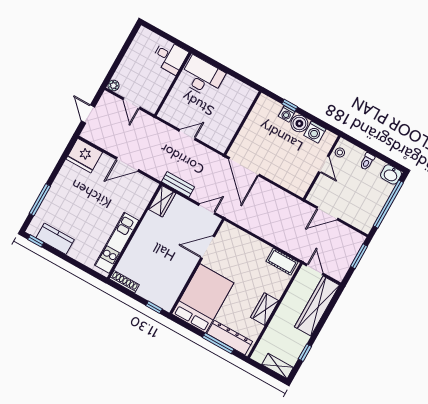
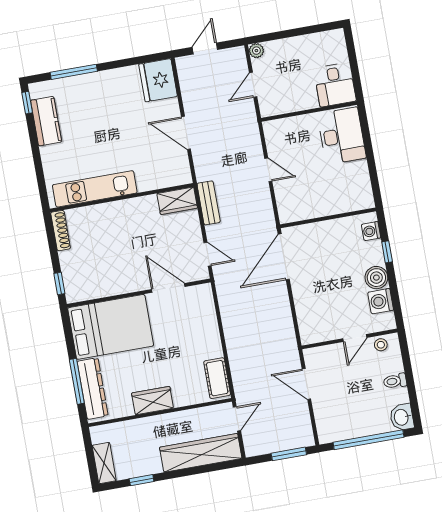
washing machine: (287, 114) -> (371, 231), moved

